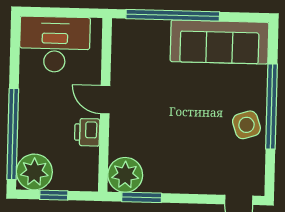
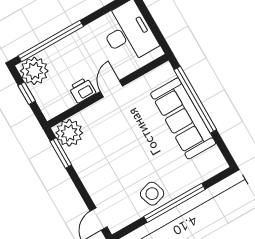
sofa: (219, 42) -> (183, 118), moved

